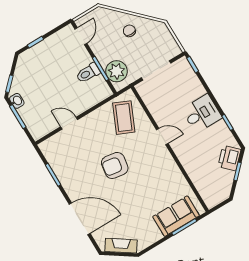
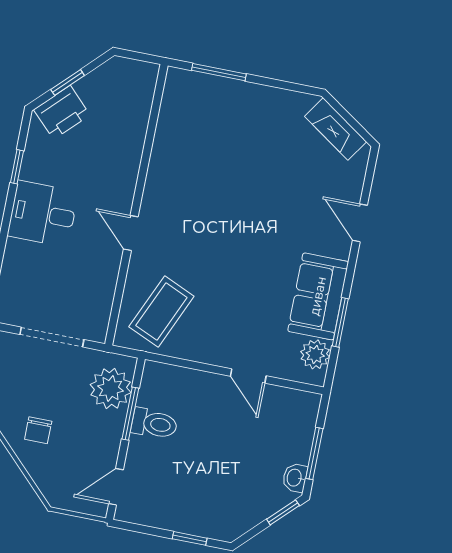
plant: (51, 154) -> (315, 354), added
armchair: (115, 165) -> (238, 254), removed
sofa: (176, 216) -> (318, 296), moved, turned 90
door: (80, 219) -> (360, 223), width x0.53

